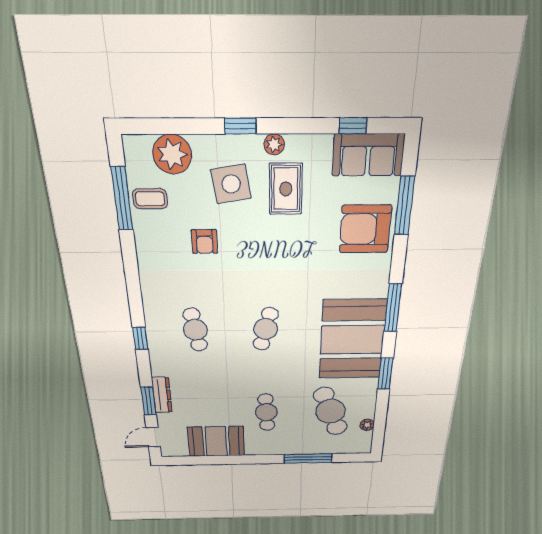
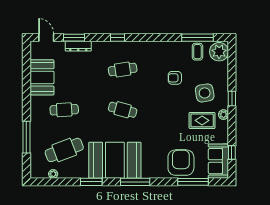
plant: (172, 154) -> (219, 52), moved

